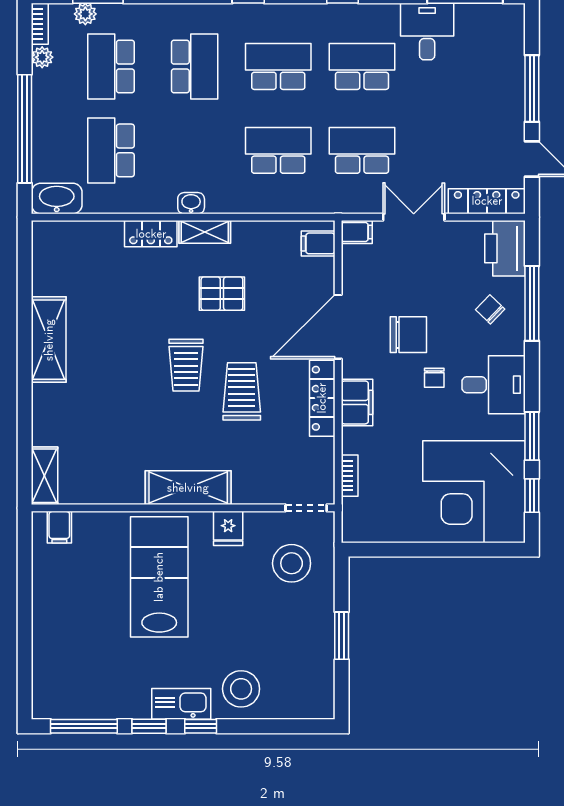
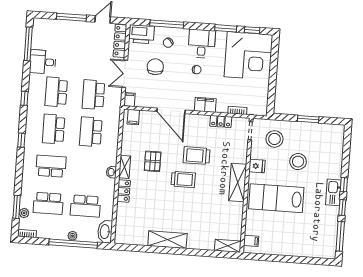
plant: (42, 57) -> (72, 236), moved
chair: (408, 335) -> (155, 67), moved
locker: (322, 398) -> (221, 121), moved, width x0.66
stool: (241, 689) -> (298, 162), moved

